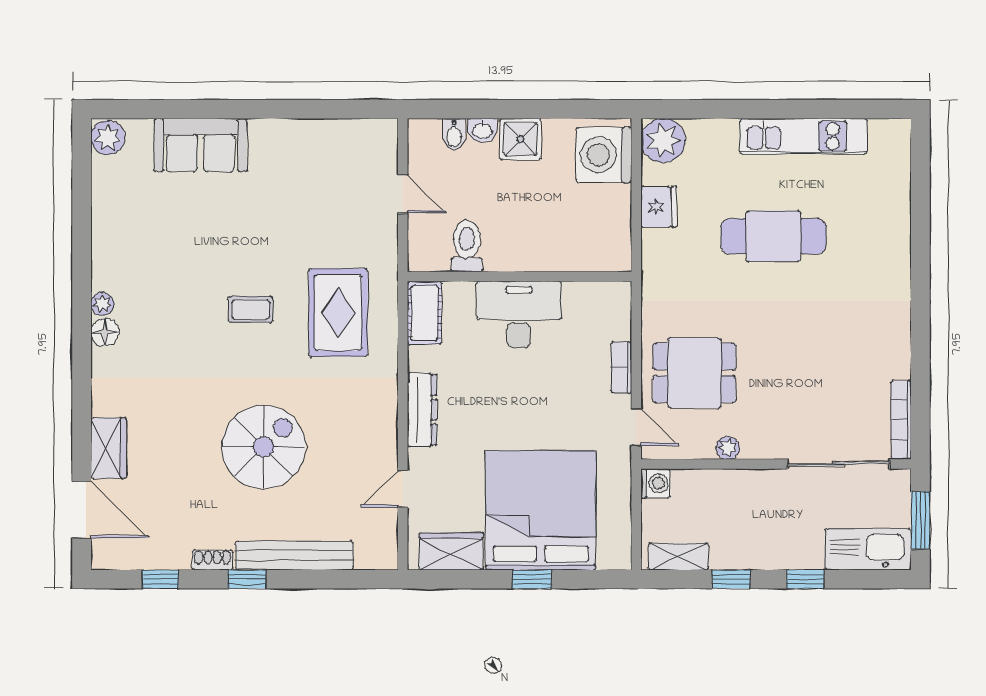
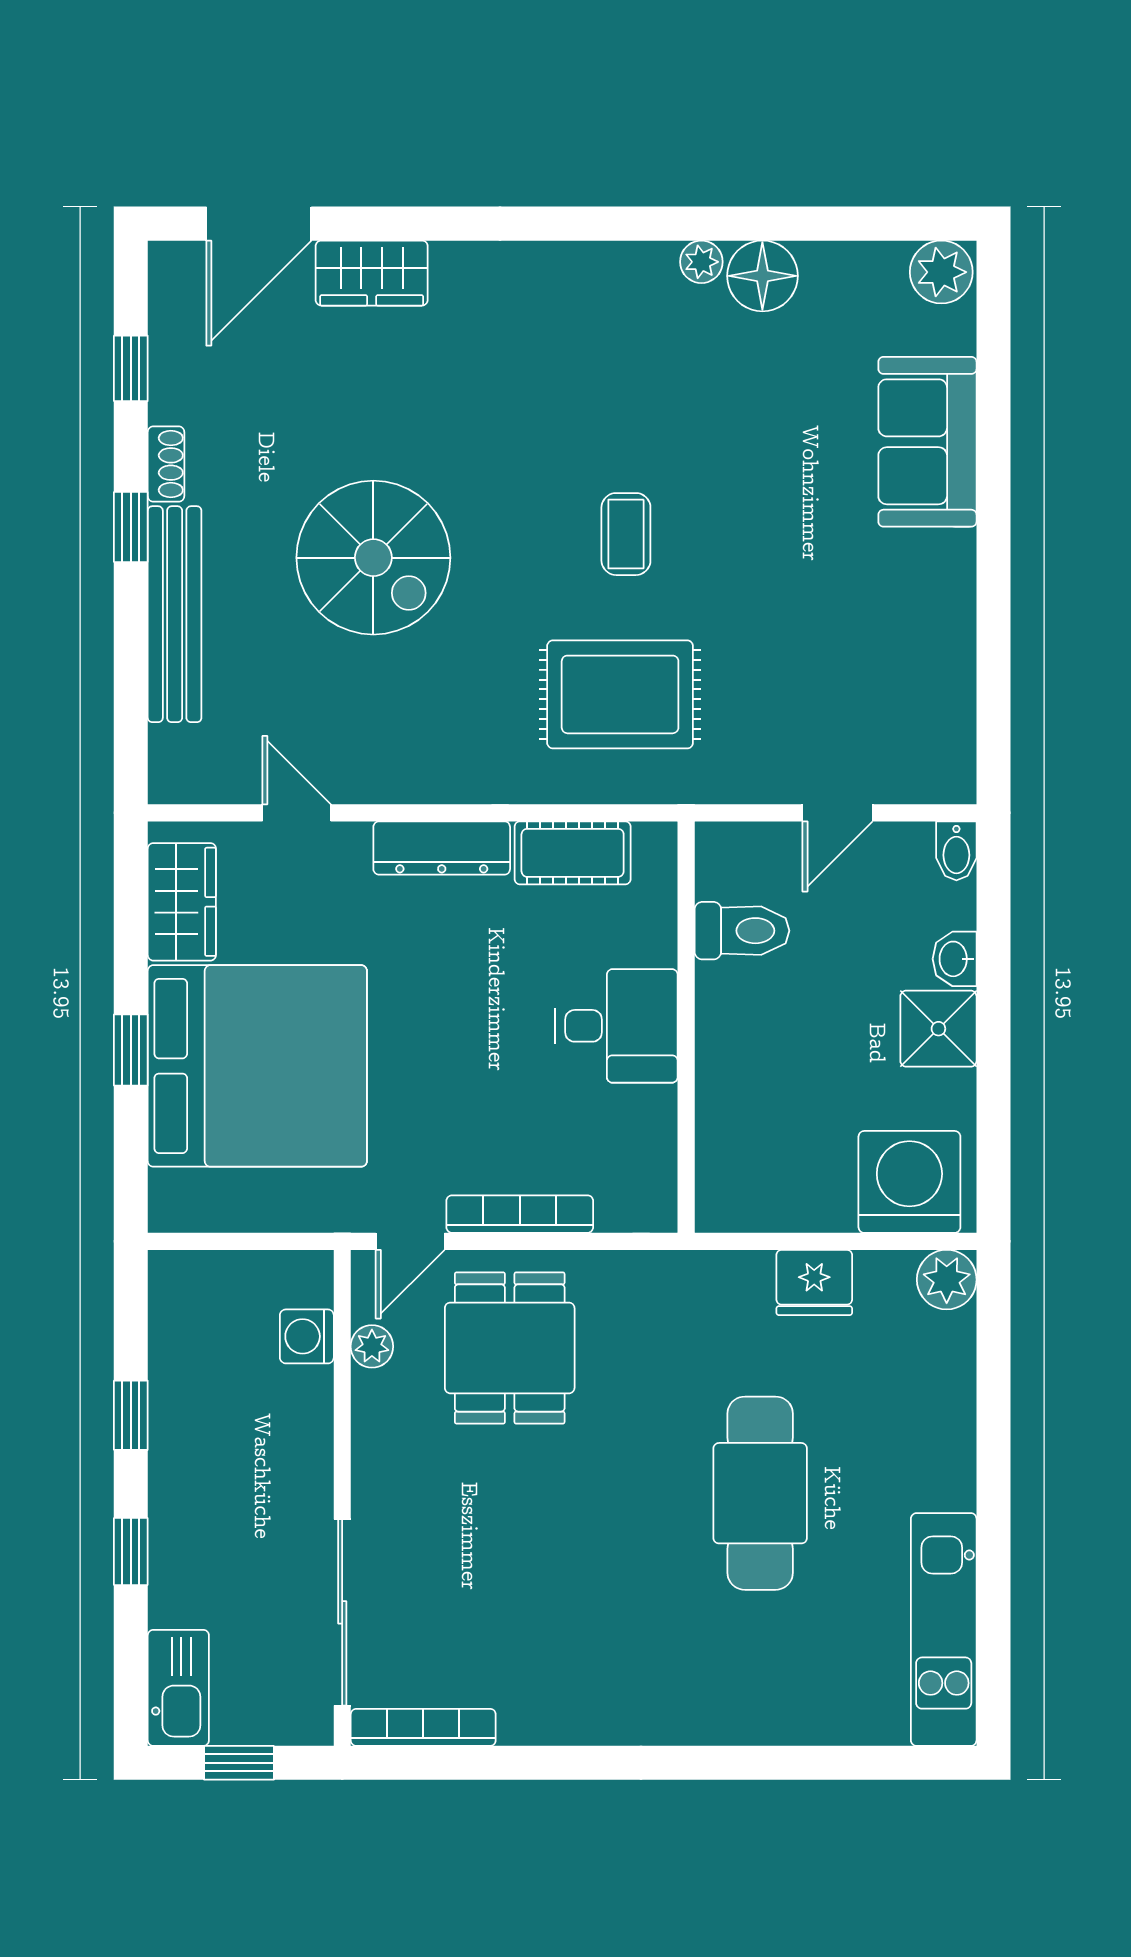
bidet: (454, 134) -> (956, 851), moved, turned -90
kitchen unit: (803, 136) -> (944, 1630), moved
plant: (663, 141) -> (947, 1280), width x0.73, depth x0.73
plant: (102, 304) -> (701, 262), moved
cot: (425, 313) -> (573, 853), moved
desk: (519, 315) -> (617, 1026), width x0.73
floor lamp: (105, 332) -> (762, 276), moved, width x1.38, depth x1.38
bookcase: (621, 367) -> (520, 1214), width x1.56
plant: (728, 448) -> (372, 1346), moved
washing machine: (656, 483) -> (307, 1336), moved, turned 90
window: (920, 520) -> (239, 1763), width x0.67
kitchen sink: (868, 549) -> (178, 1688), width x0.73, depth x0.81
shelving: (678, 557) -> (172, 1318), removed

